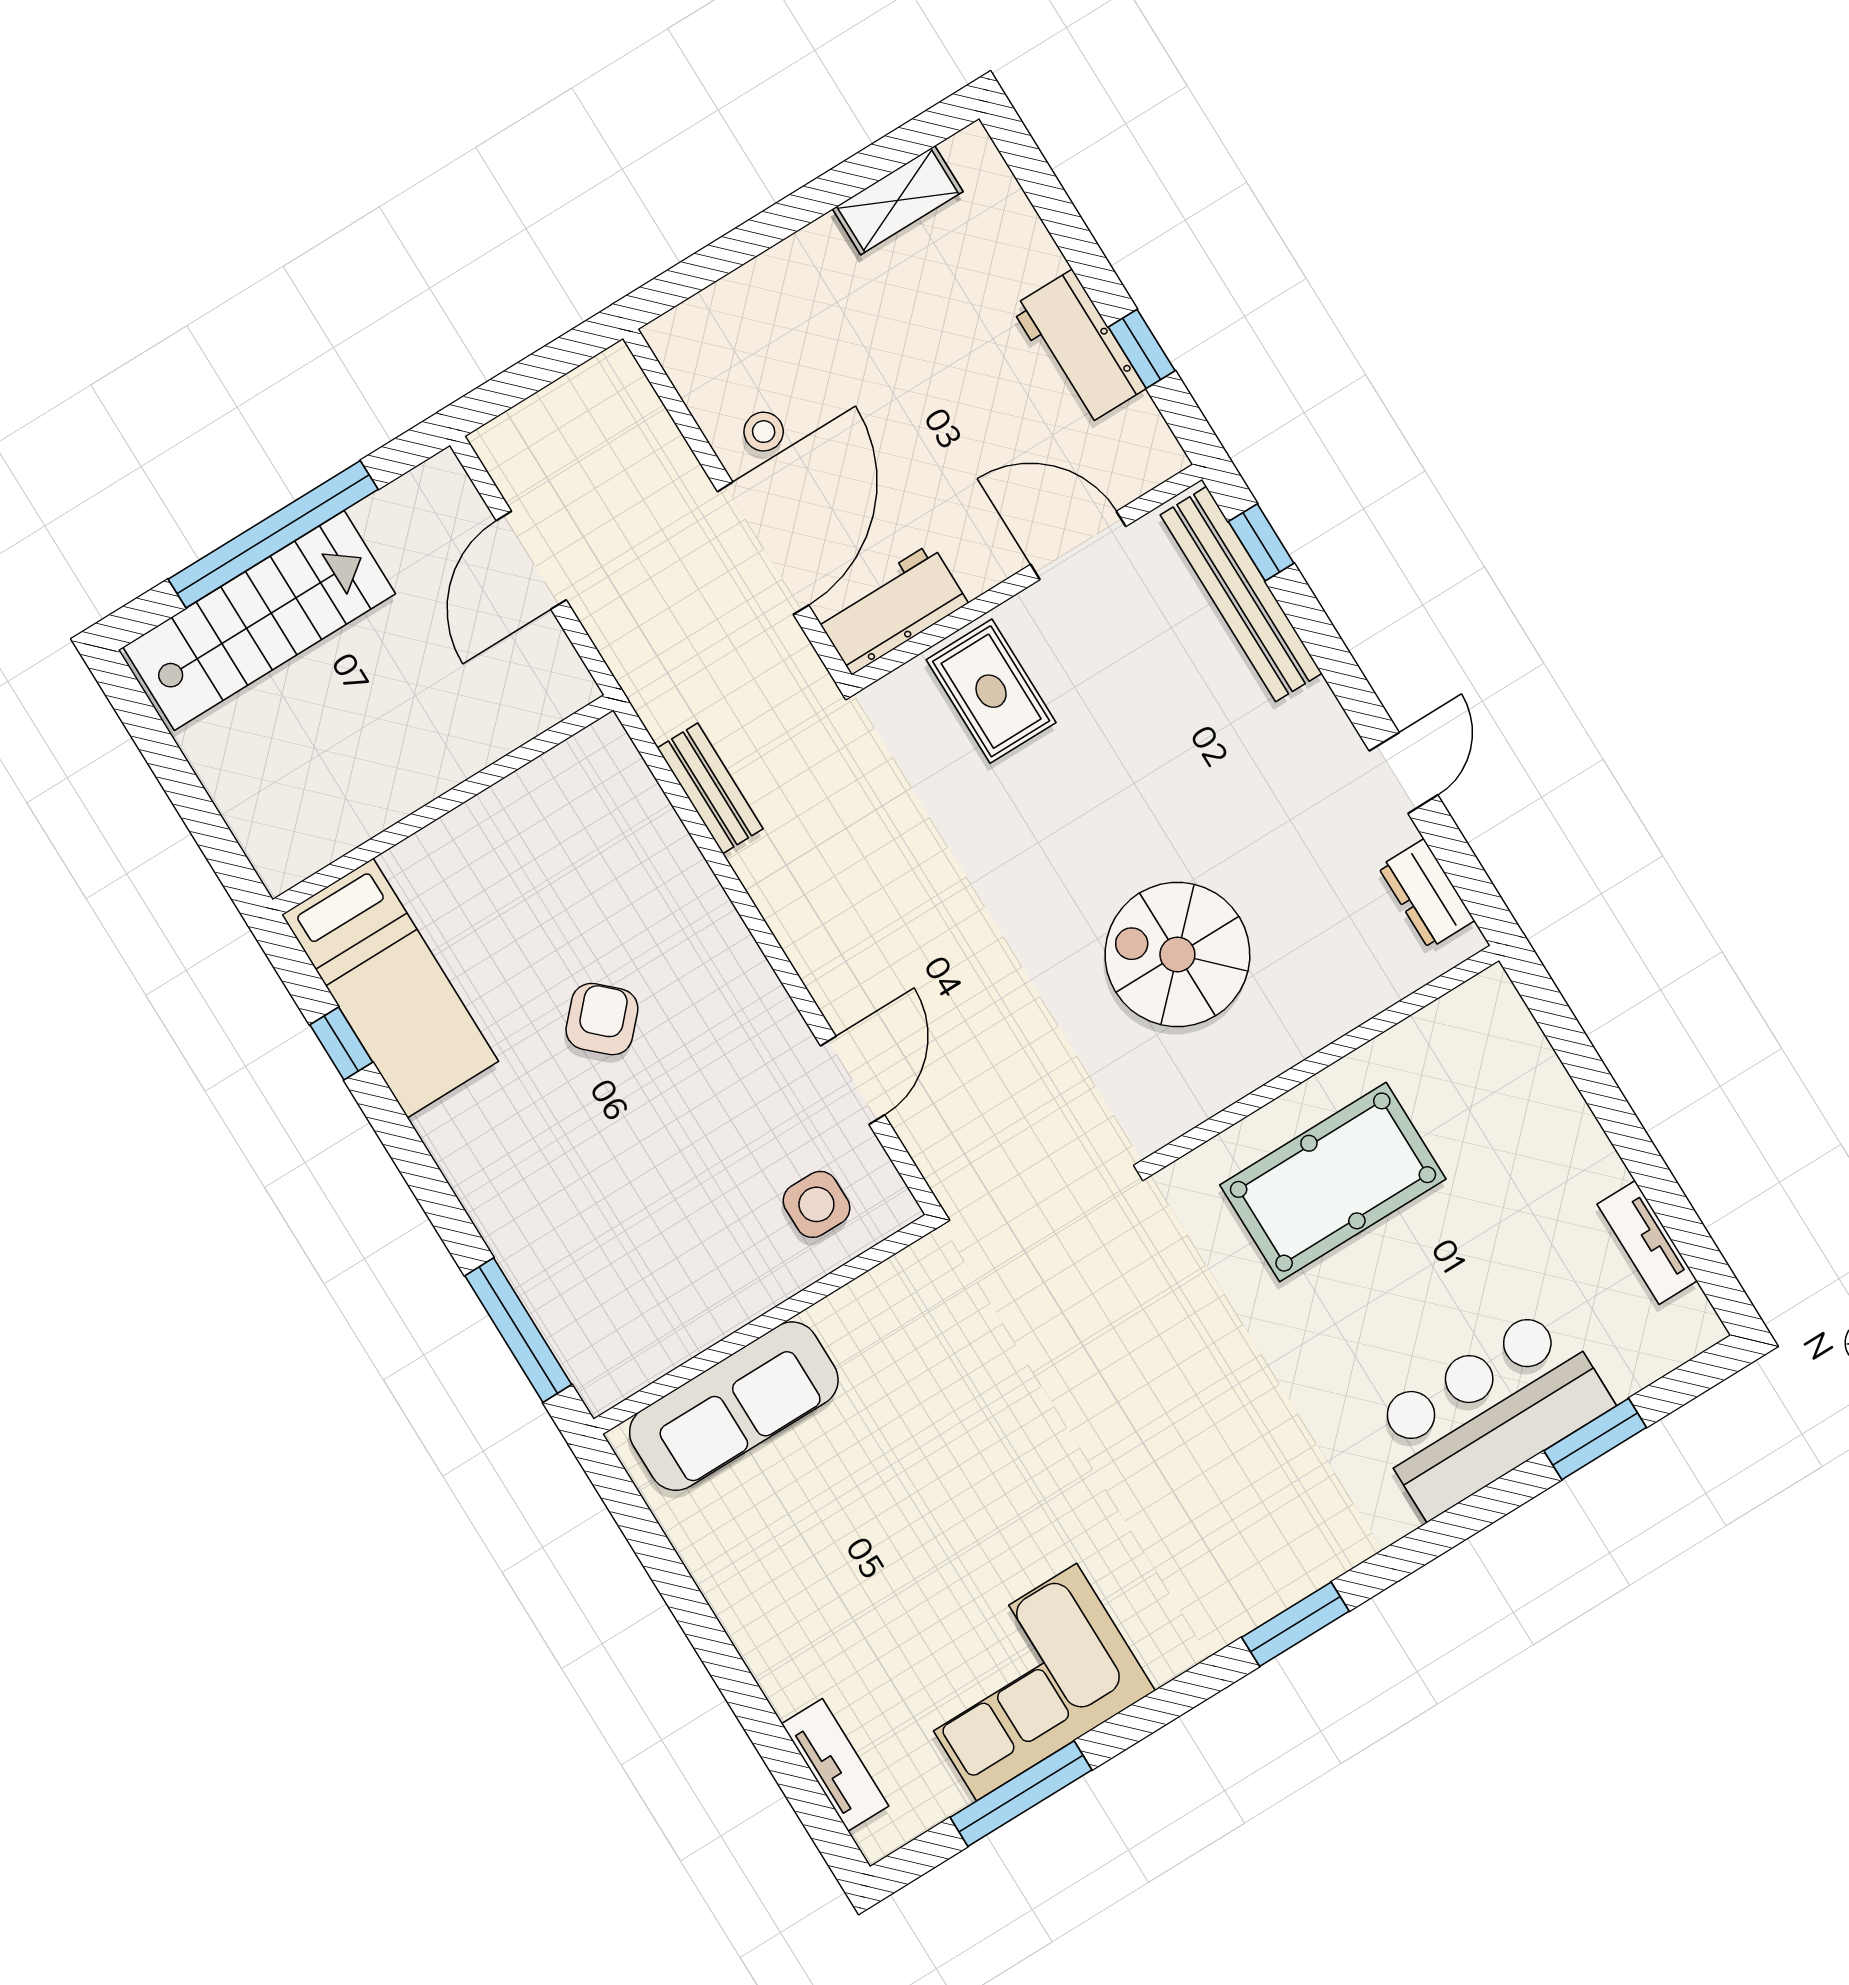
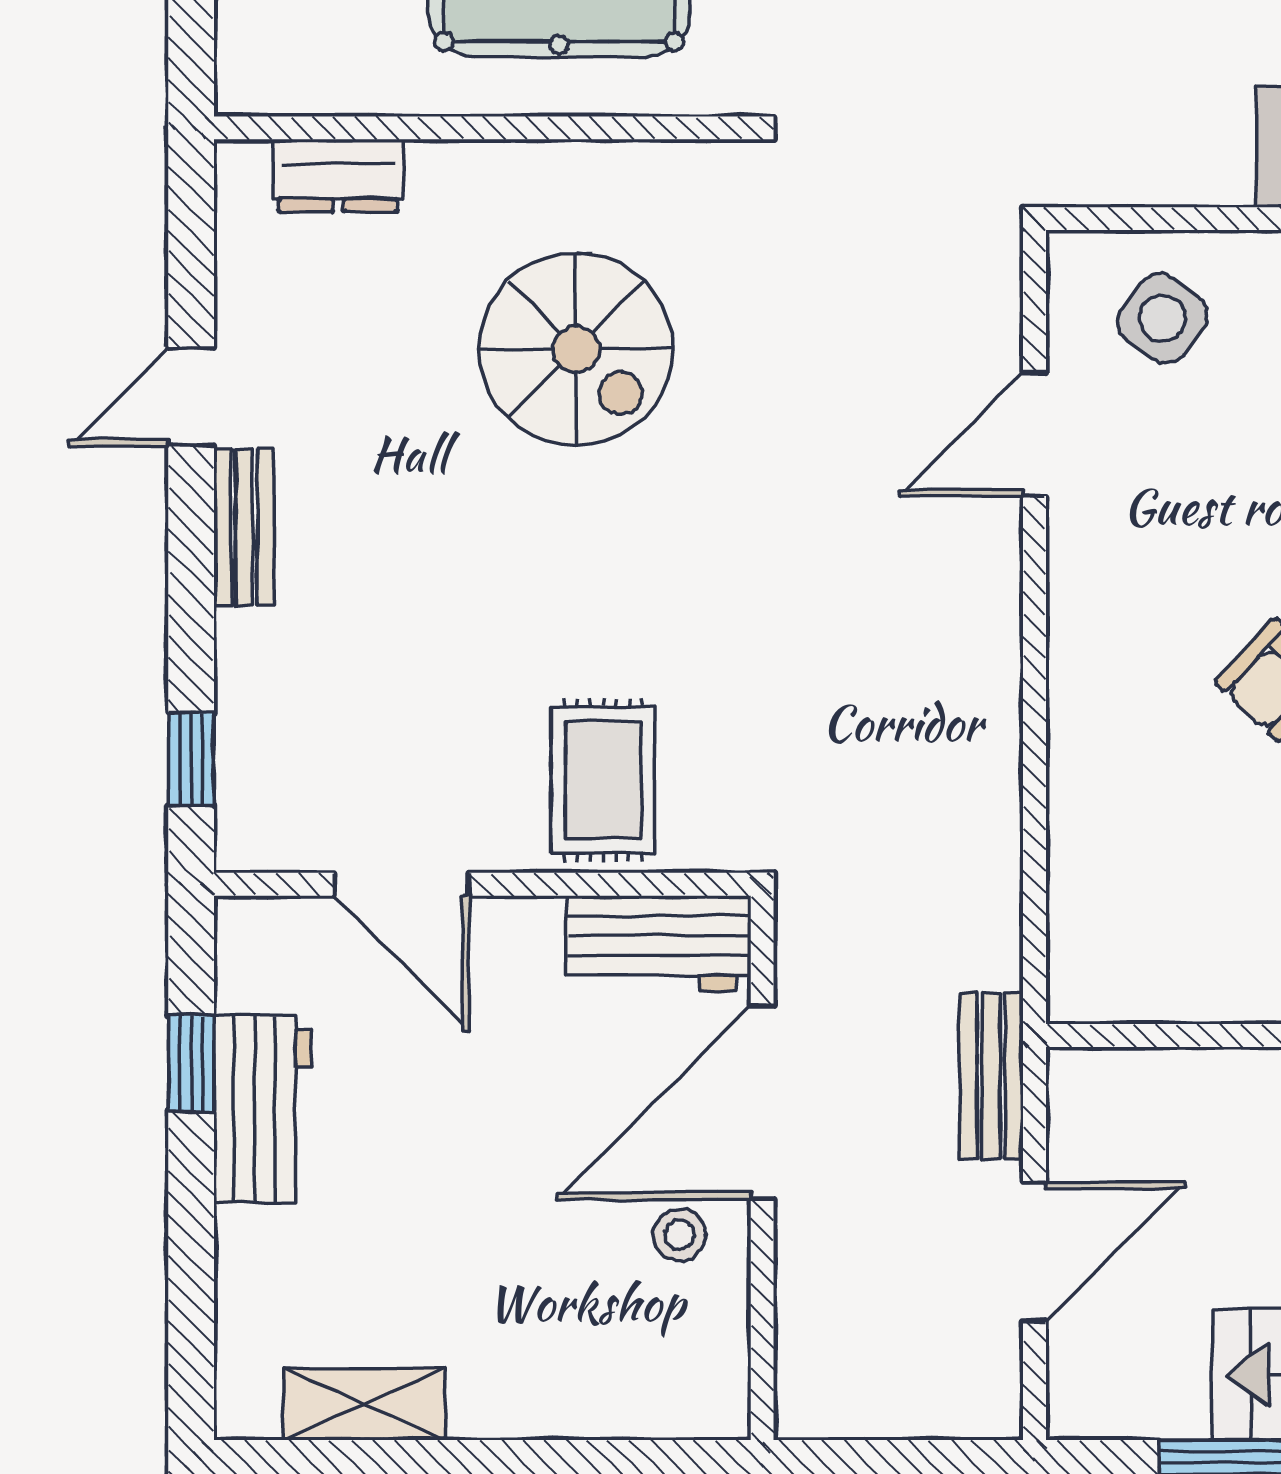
bench: (1241, 594) -> (244, 527), moved, width x0.54, depth x0.82
bench: (710, 788) -> (991, 1076), moved
dresser: (1426, 894) -> (338, 176), moved, turned 90
side table: (816, 1204) -> (1163, 318), turned 36

